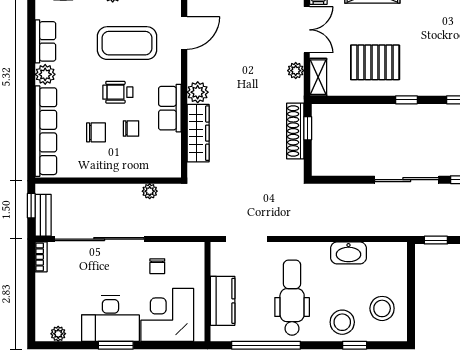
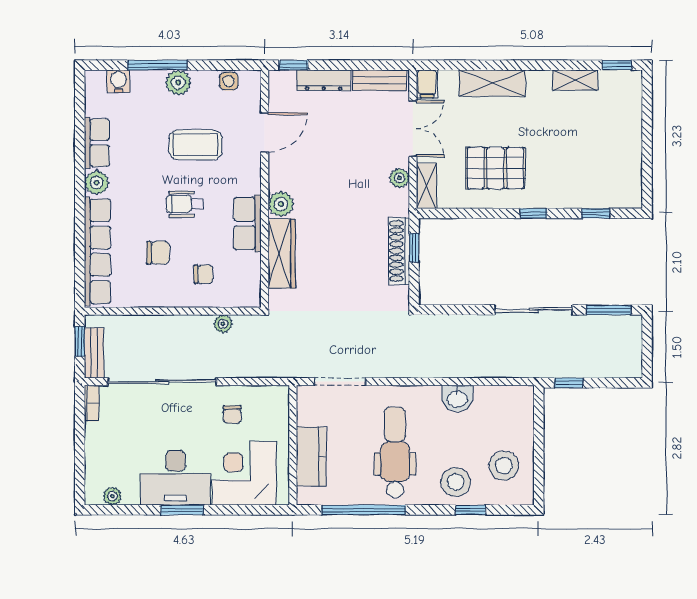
coffee table: (127, 43) -> (196, 145), width x0.73, depth x0.76
chair: (131, 128) -> (203, 274), moved
washbasin: (348, 253) -> (457, 398), width x0.72

